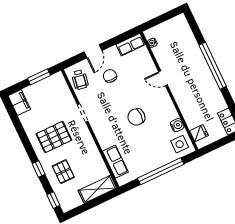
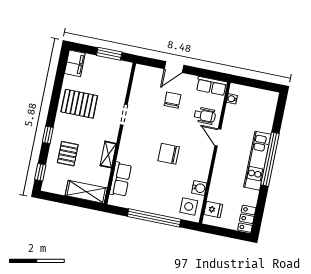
kitchen unit: (204, 74) -> (257, 161), added
wheelchair: (80, 80) -> (205, 116), moved, turned -100
pallet: (54, 137) -> (79, 104), moved
shelving: (93, 150) -> (108, 155), added

